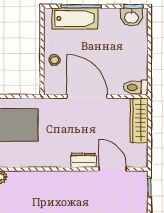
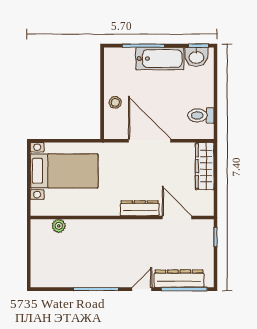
bathtub: (75, 19) -> (160, 59), moved
toilet: (136, 87) -> (201, 115), moved
dresser: (83, 160) -> (140, 208), width x1.44

